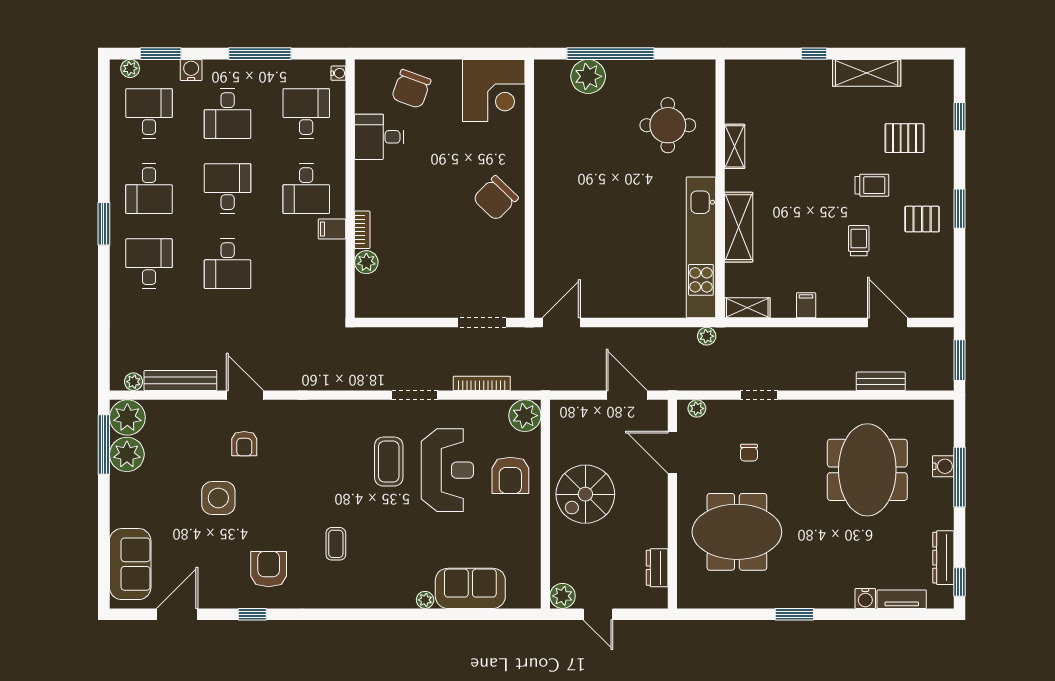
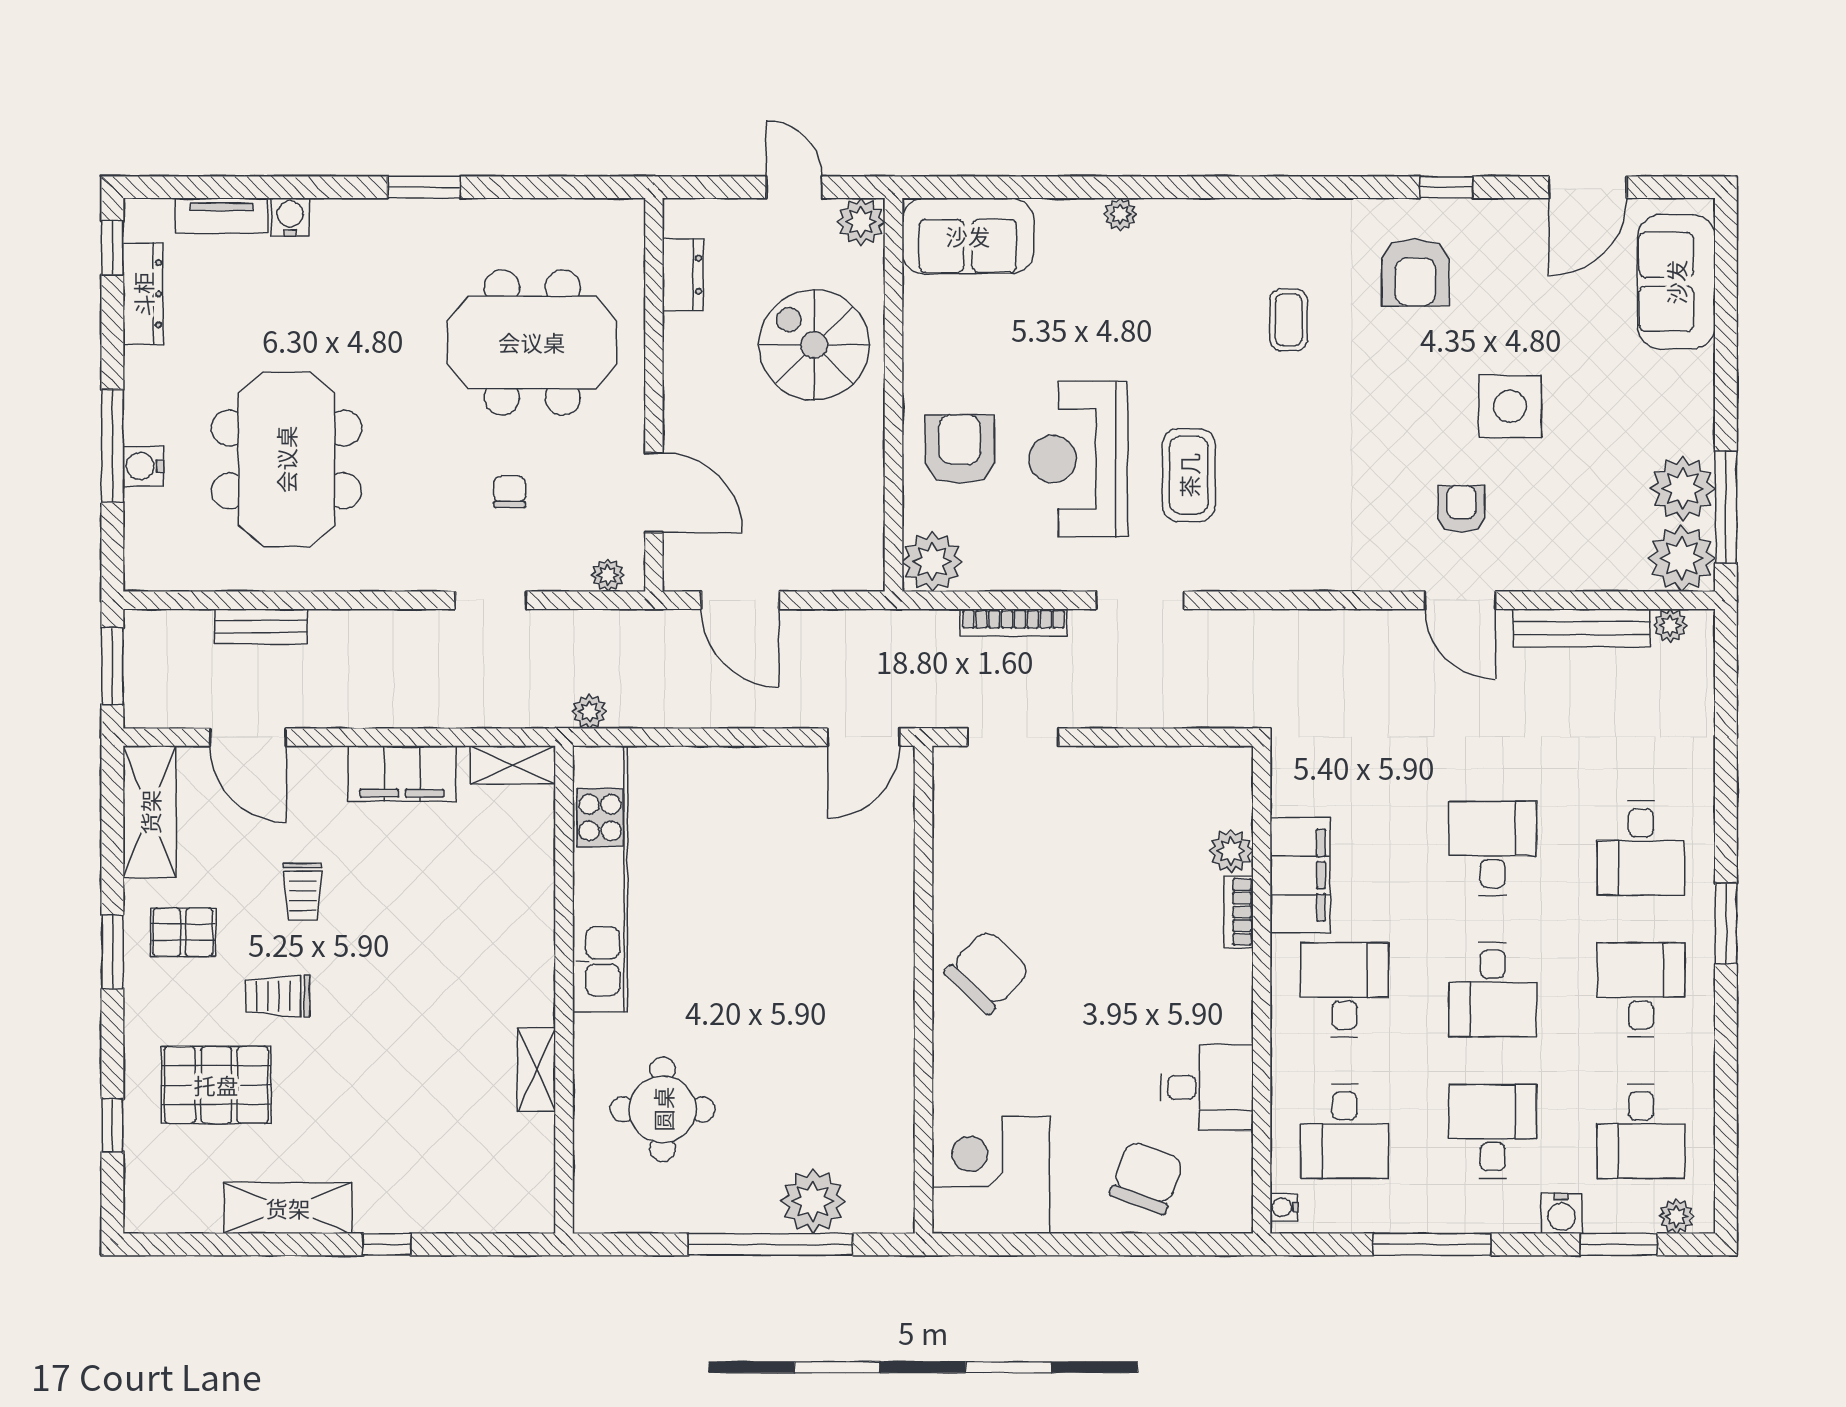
pallet: (904, 138) -> (216, 1085), width x1.50, depth x1.42
shelving: (739, 227) -> (150, 812), moved
filing cabinet: (332, 229) -> (1300, 875), width x3.00, depth x1.17
filing cabinet: (806, 305) -> (402, 774), width x3.00, depth x1.17
spiral stairs: (585, 494) -> (814, 345), moved, turned -90
sofa: (470, 588) -> (968, 236), moved

